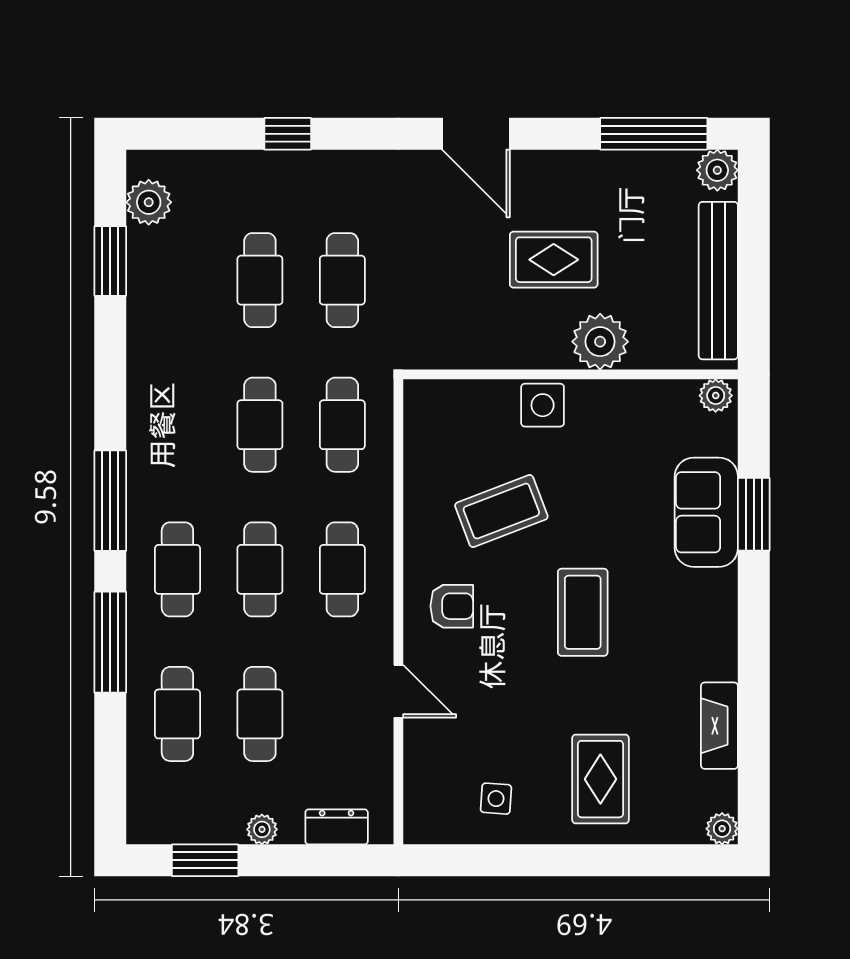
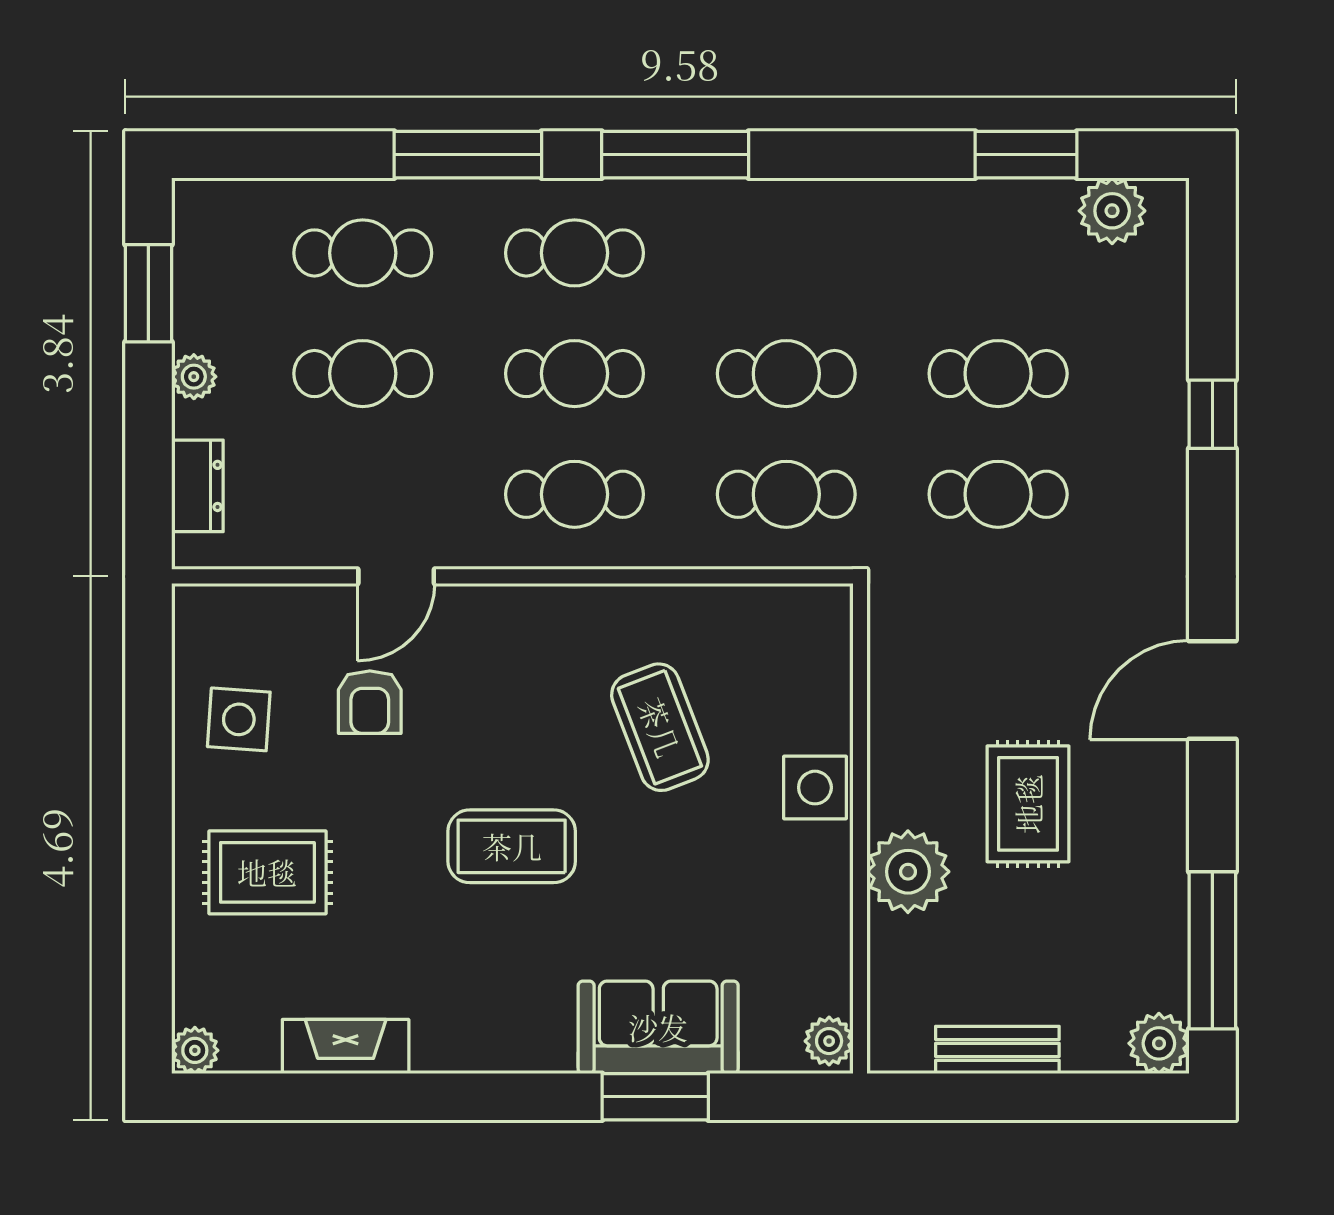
bench: (718, 281) -> (997, 1050), width x0.54, depth x0.82
armchair: (452, 606) -> (370, 702), moved
side table: (496, 799) -> (239, 719), width x1.37, depth x1.37

